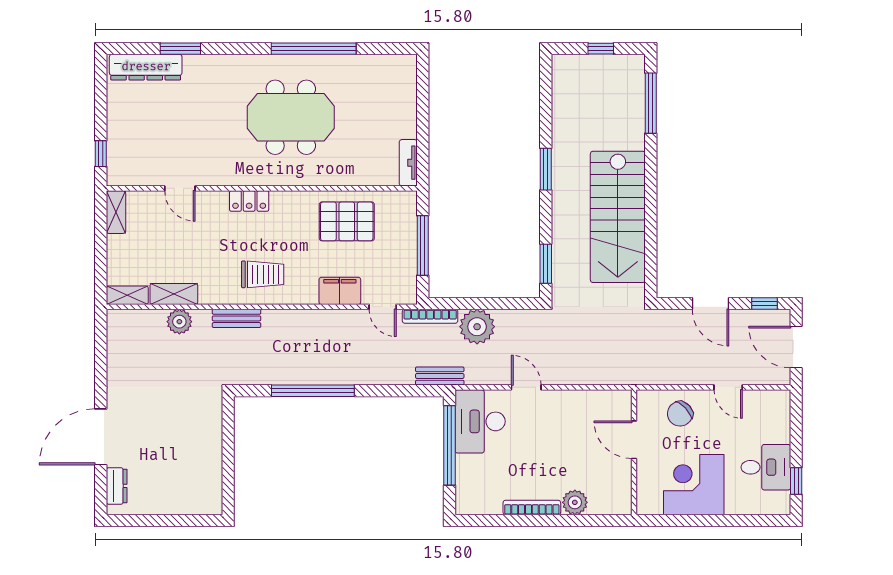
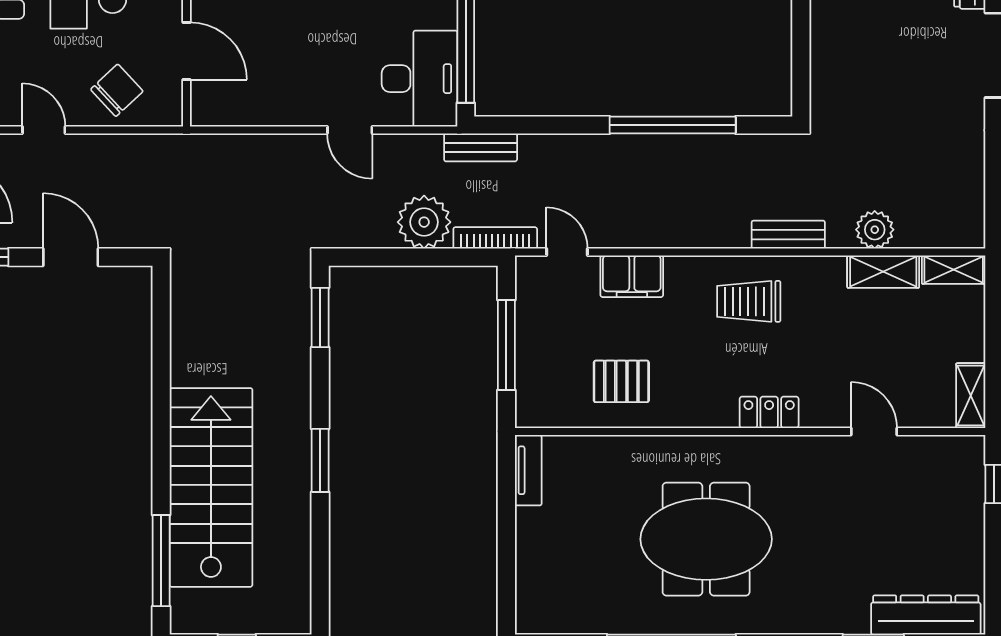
stairs: (618, 217) -> (211, 487), moved
pallet: (347, 221) -> (621, 381), width x0.67, depth x0.71

